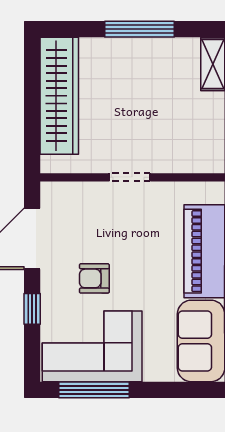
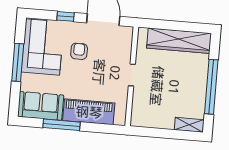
window: (139, 29) -> (211, 87), width x1.46
window: (94, 390) -> (18, 62), moved

